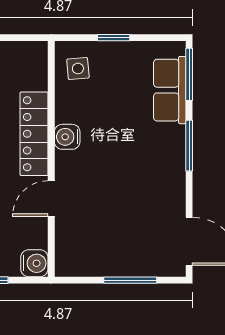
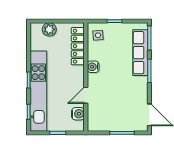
row of seats: (170, 90) -> (140, 53), width x1.48
locker: (34, 134) -> (78, 46), moved
water cooler: (34, 263) -> (78, 114), moved

